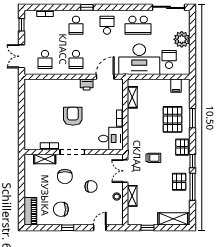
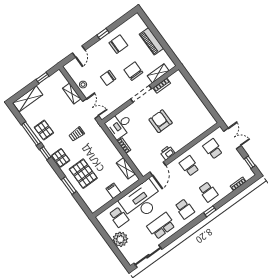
school desk: (76, 25) -> (208, 192), turned 180
filing cabinet: (176, 86) -> (114, 191), moved
armchair: (73, 116) -> (161, 121), turned 180
piano: (30, 211) -> (151, 41), moved

